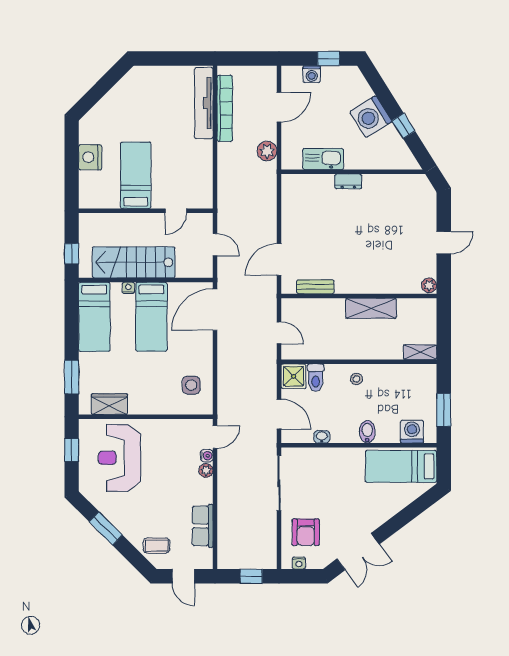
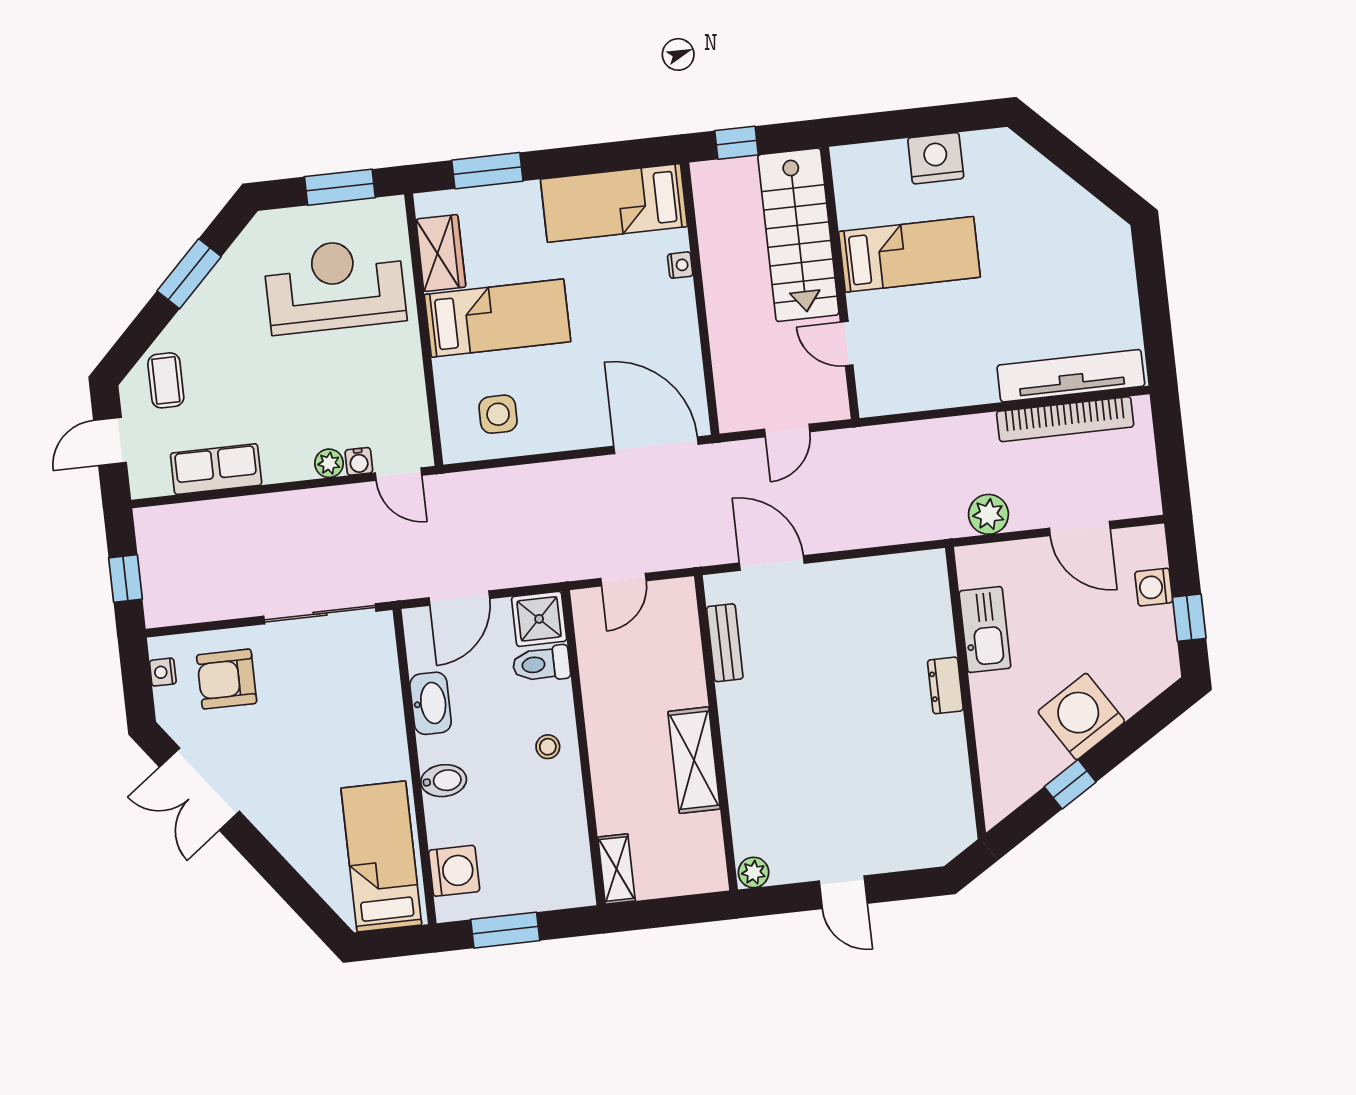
stairs: (134, 262) -> (798, 235), moved, turned 180
bed: (151, 317) -> (497, 318), moved, turned 180
washbasin: (322, 437) -> (431, 703), width x1.91, depth x1.45
window: (72, 450) -> (340, 187), width x1.50

